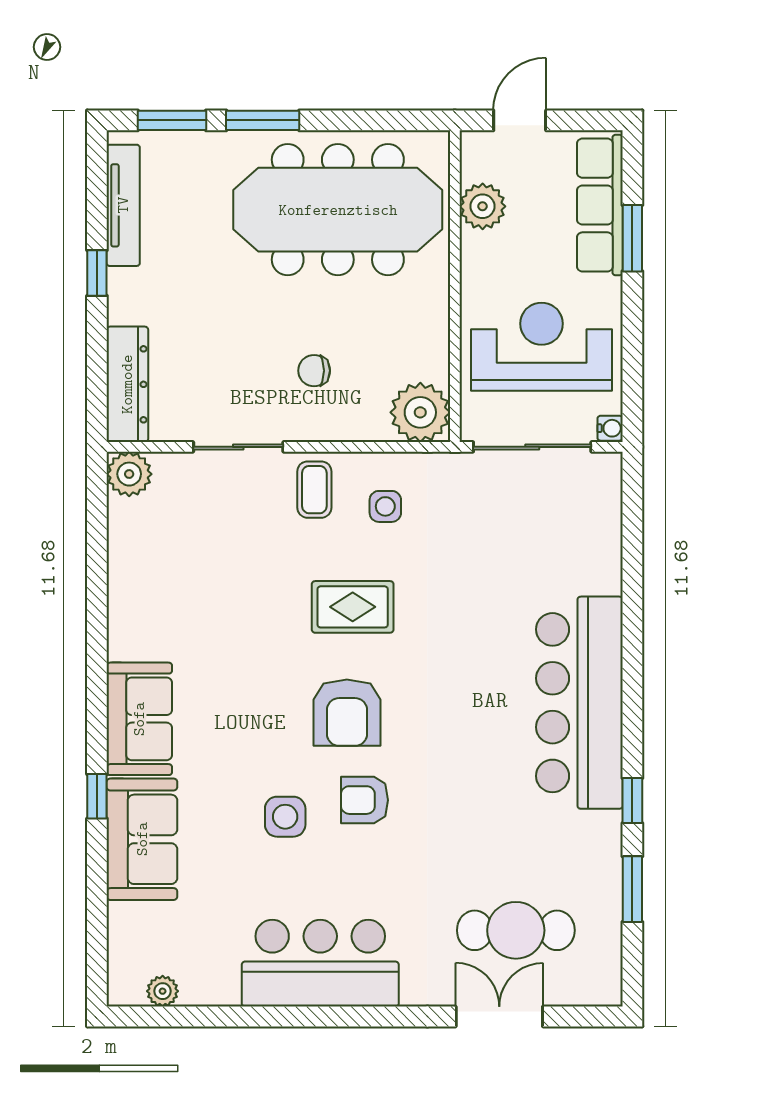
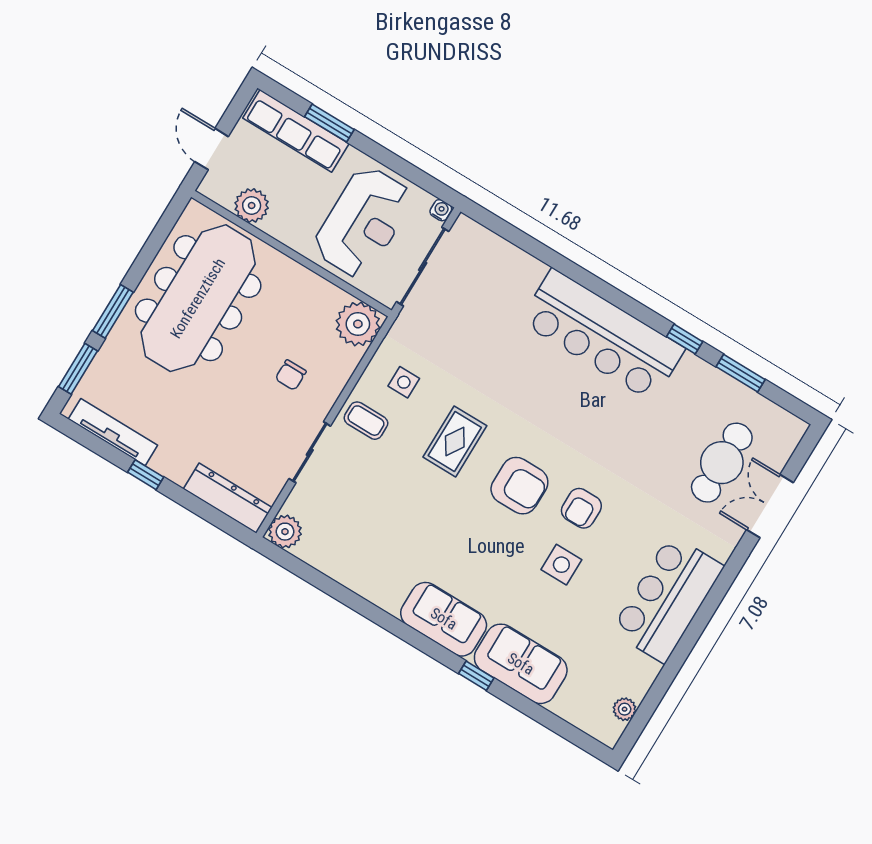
reception desk: (542, 347) -> (363, 222), turned 180

